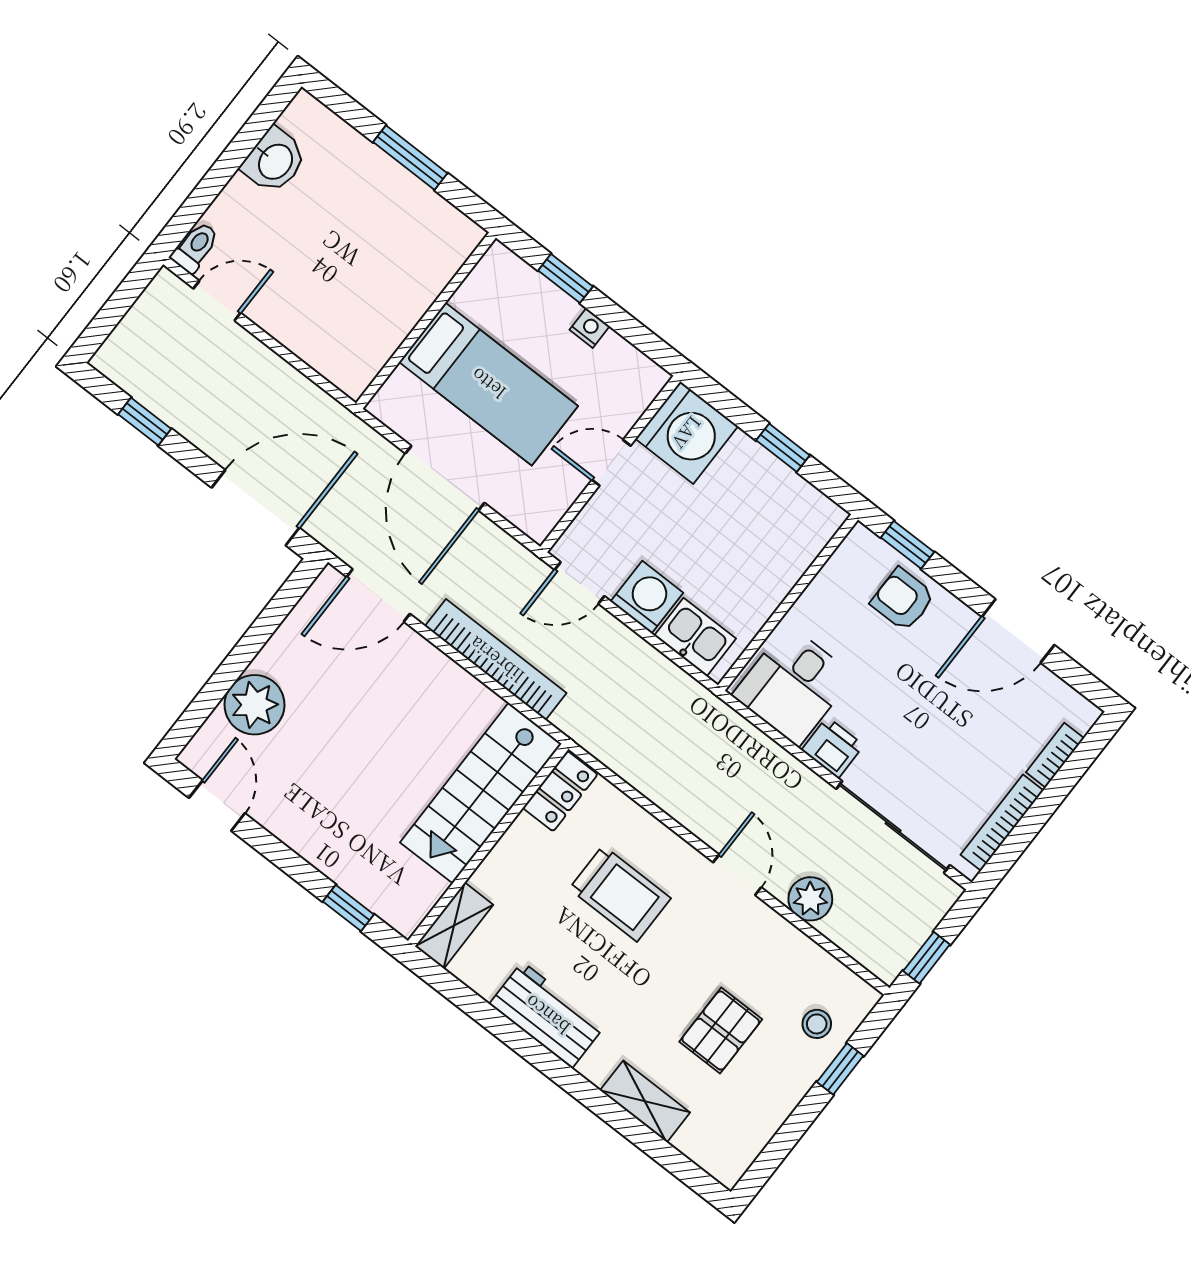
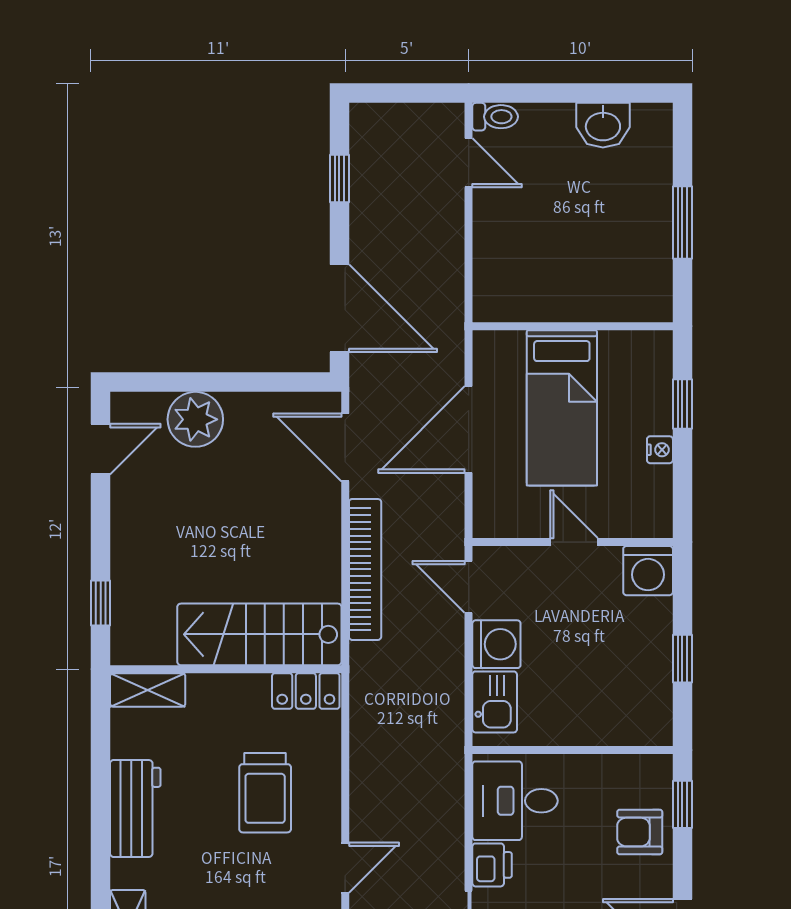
washing machine: (687, 433) -> (648, 571), width x0.73, depth x0.73
armchair: (903, 600) -> (640, 832), turned -90

